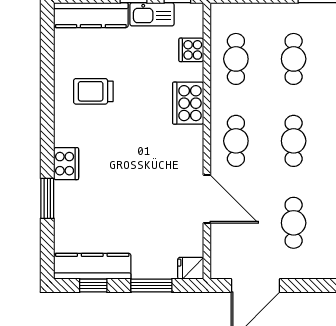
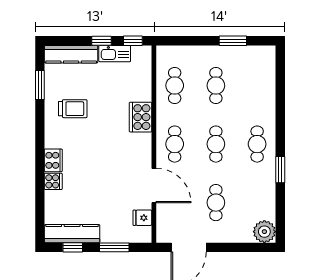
cooker: (191, 50) -> (53, 181), moved, turned 180
trolley: (93, 91) -> (73, 109), turned 180
window: (47, 198) -> (40, 85), moved
fridge: (191, 268) -> (142, 218), moved

